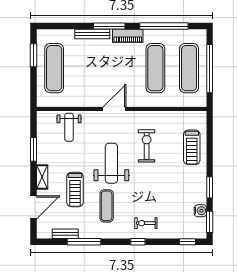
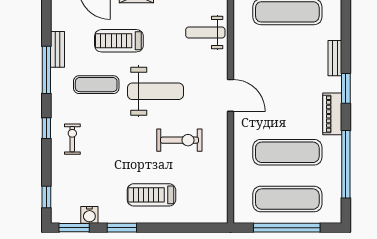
window: (109, 26) -> (346, 88), width x0.69
bench: (92, 34) -> (335, 58), width x0.73
treadmill: (192, 147) -> (151, 195), moved
bench: (65, 234) -> (58, 49), moved
window: (84, 242) -> (46, 70), moved

